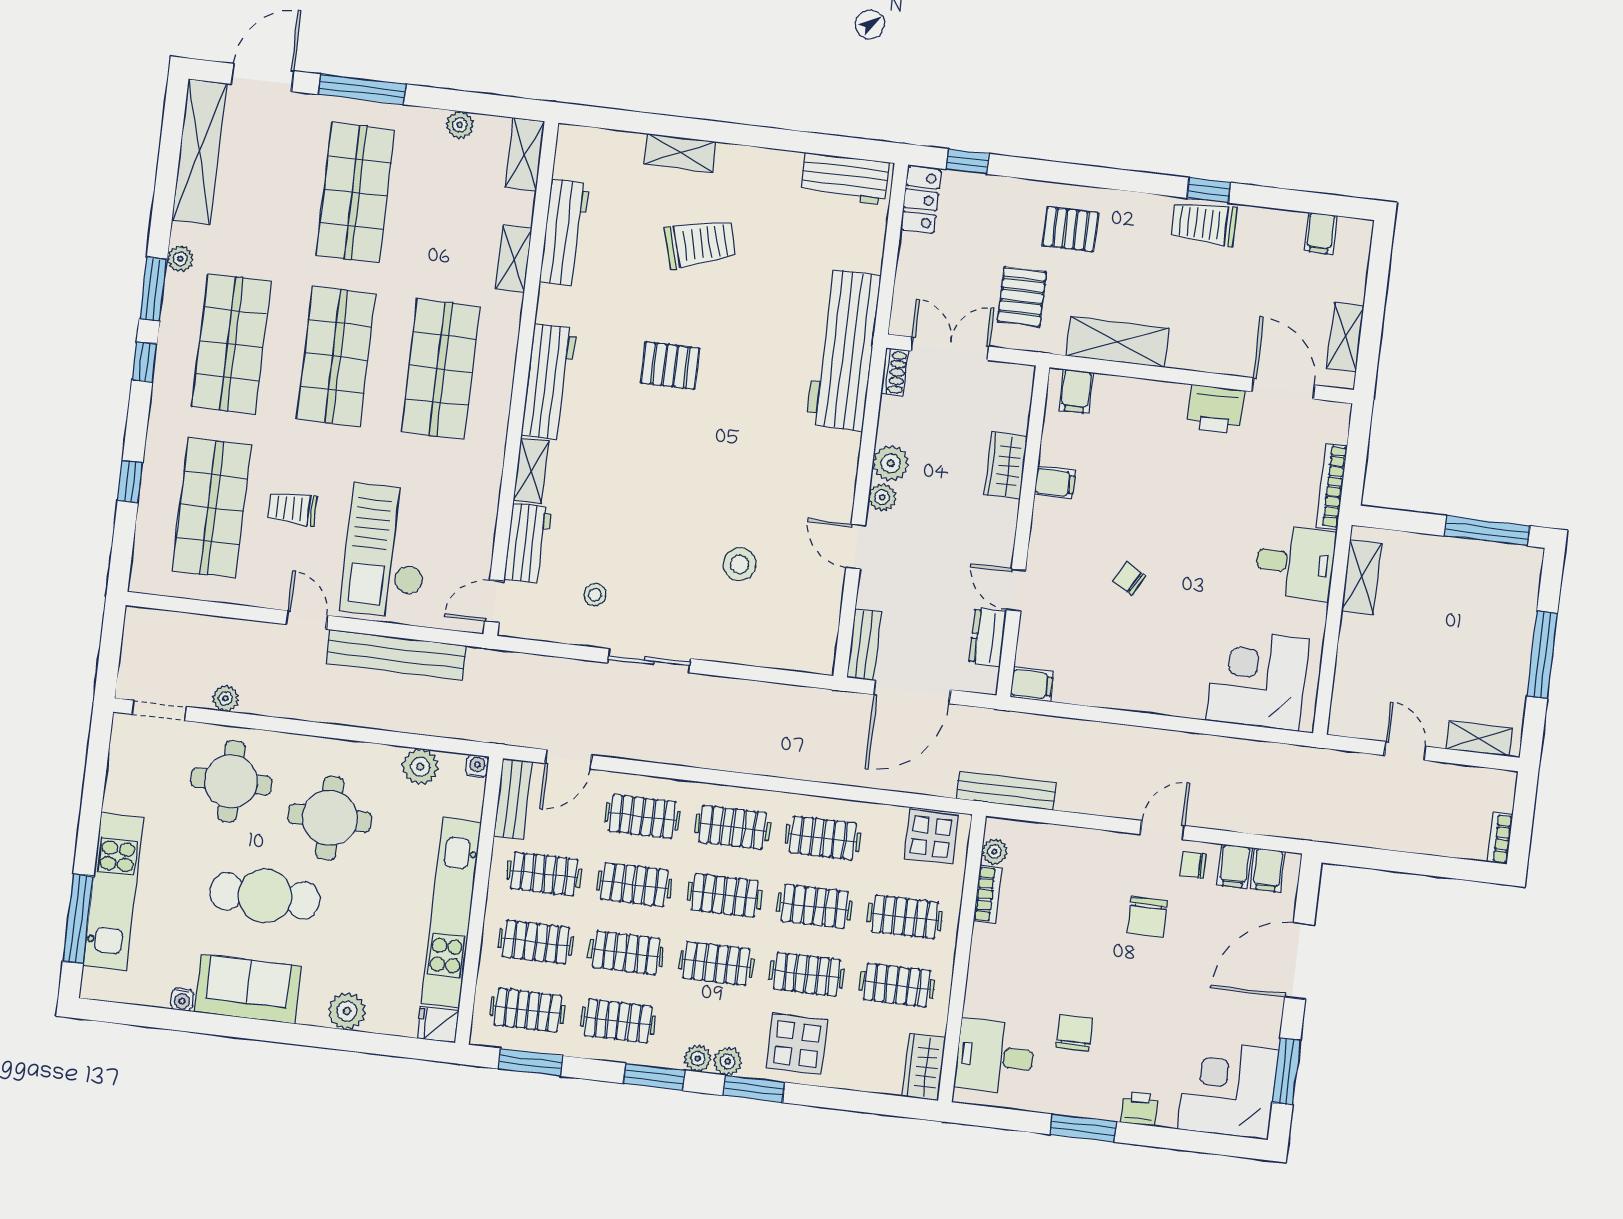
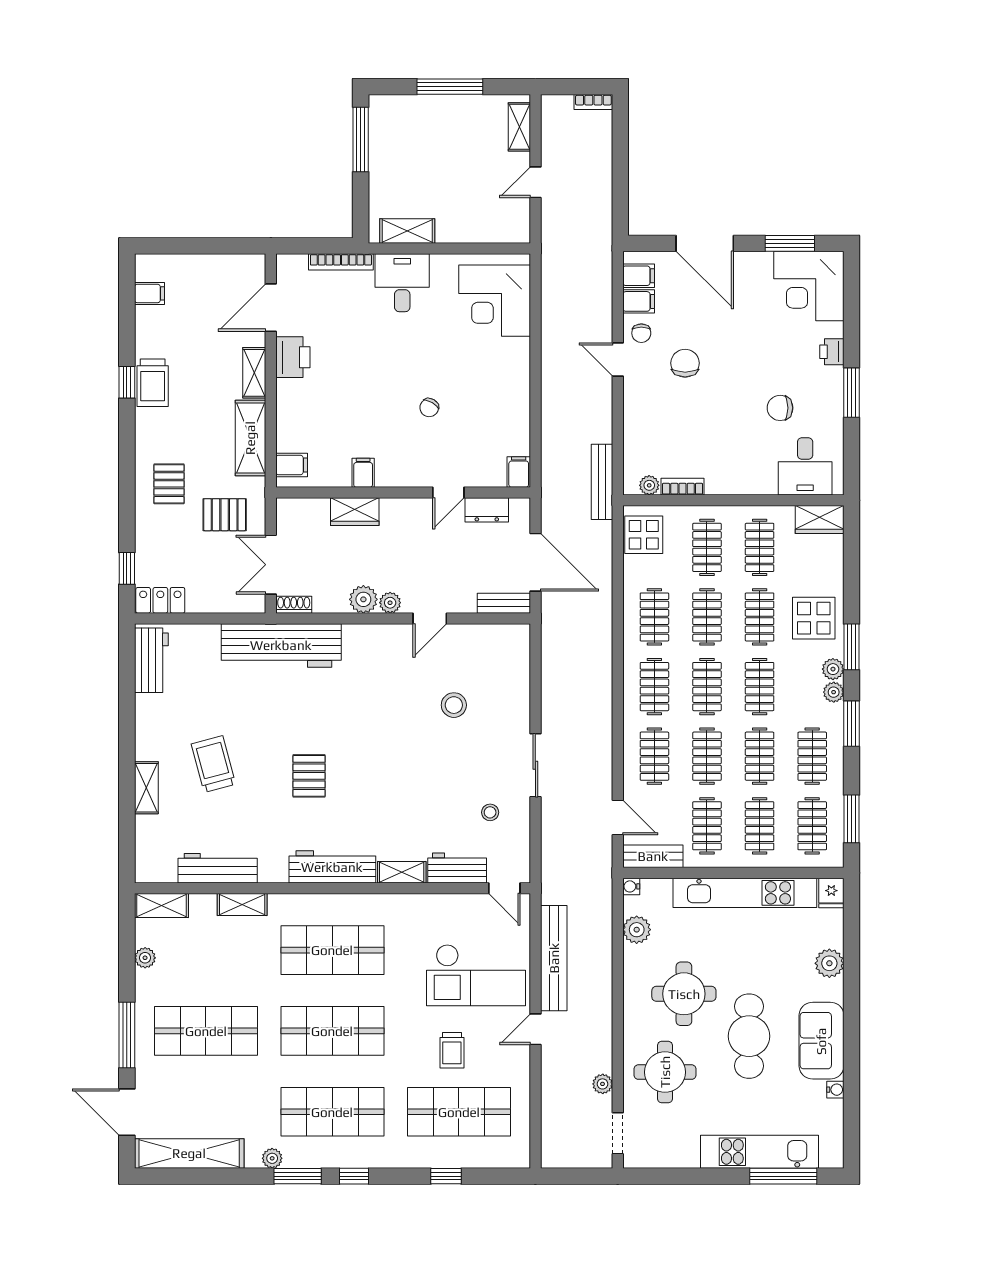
shelving: (1345, 337) -> (254, 373), moved, turned 90
chair: (1147, 917) -> (685, 363), turned -90

